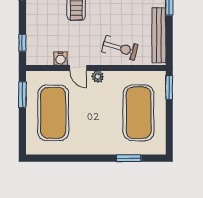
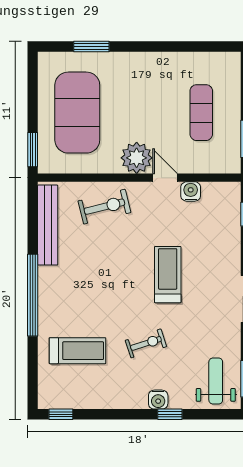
exercise bike: (120, 48) -> (104, 207), turned 150
plant: (98, 77) -> (137, 158), width x1.88, depth x1.88
exercise mat: (53, 113) -> (201, 113), width x0.50, depth x0.69

